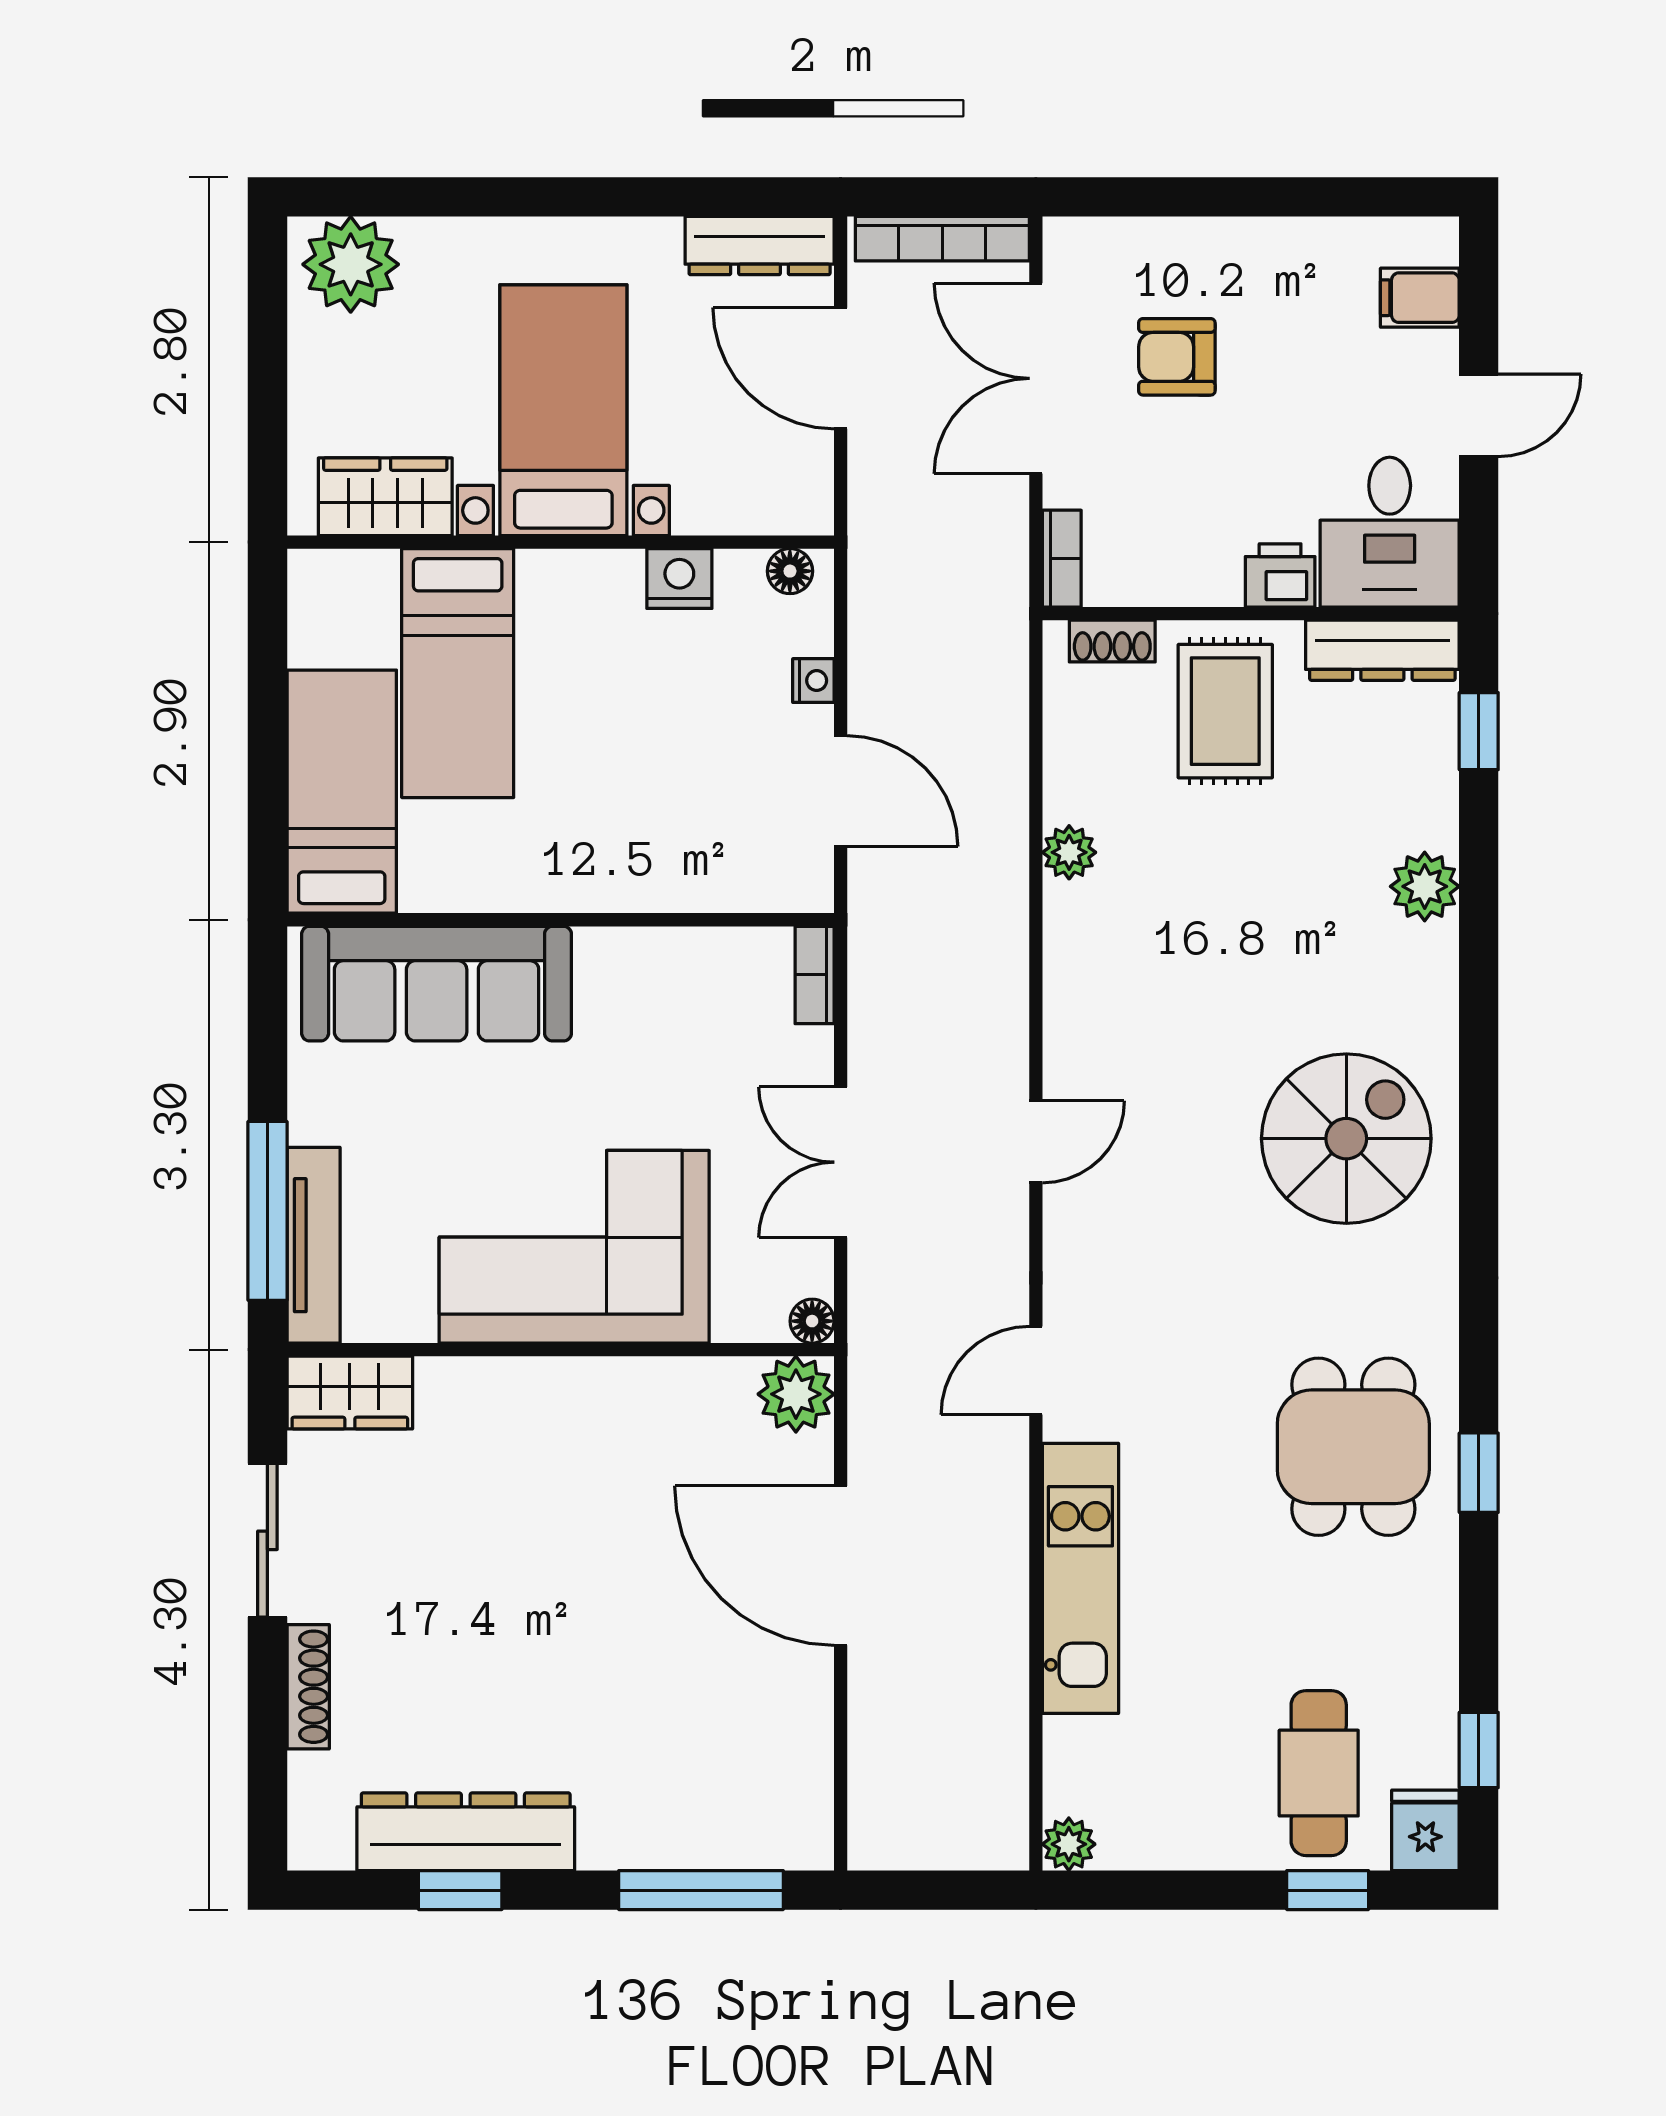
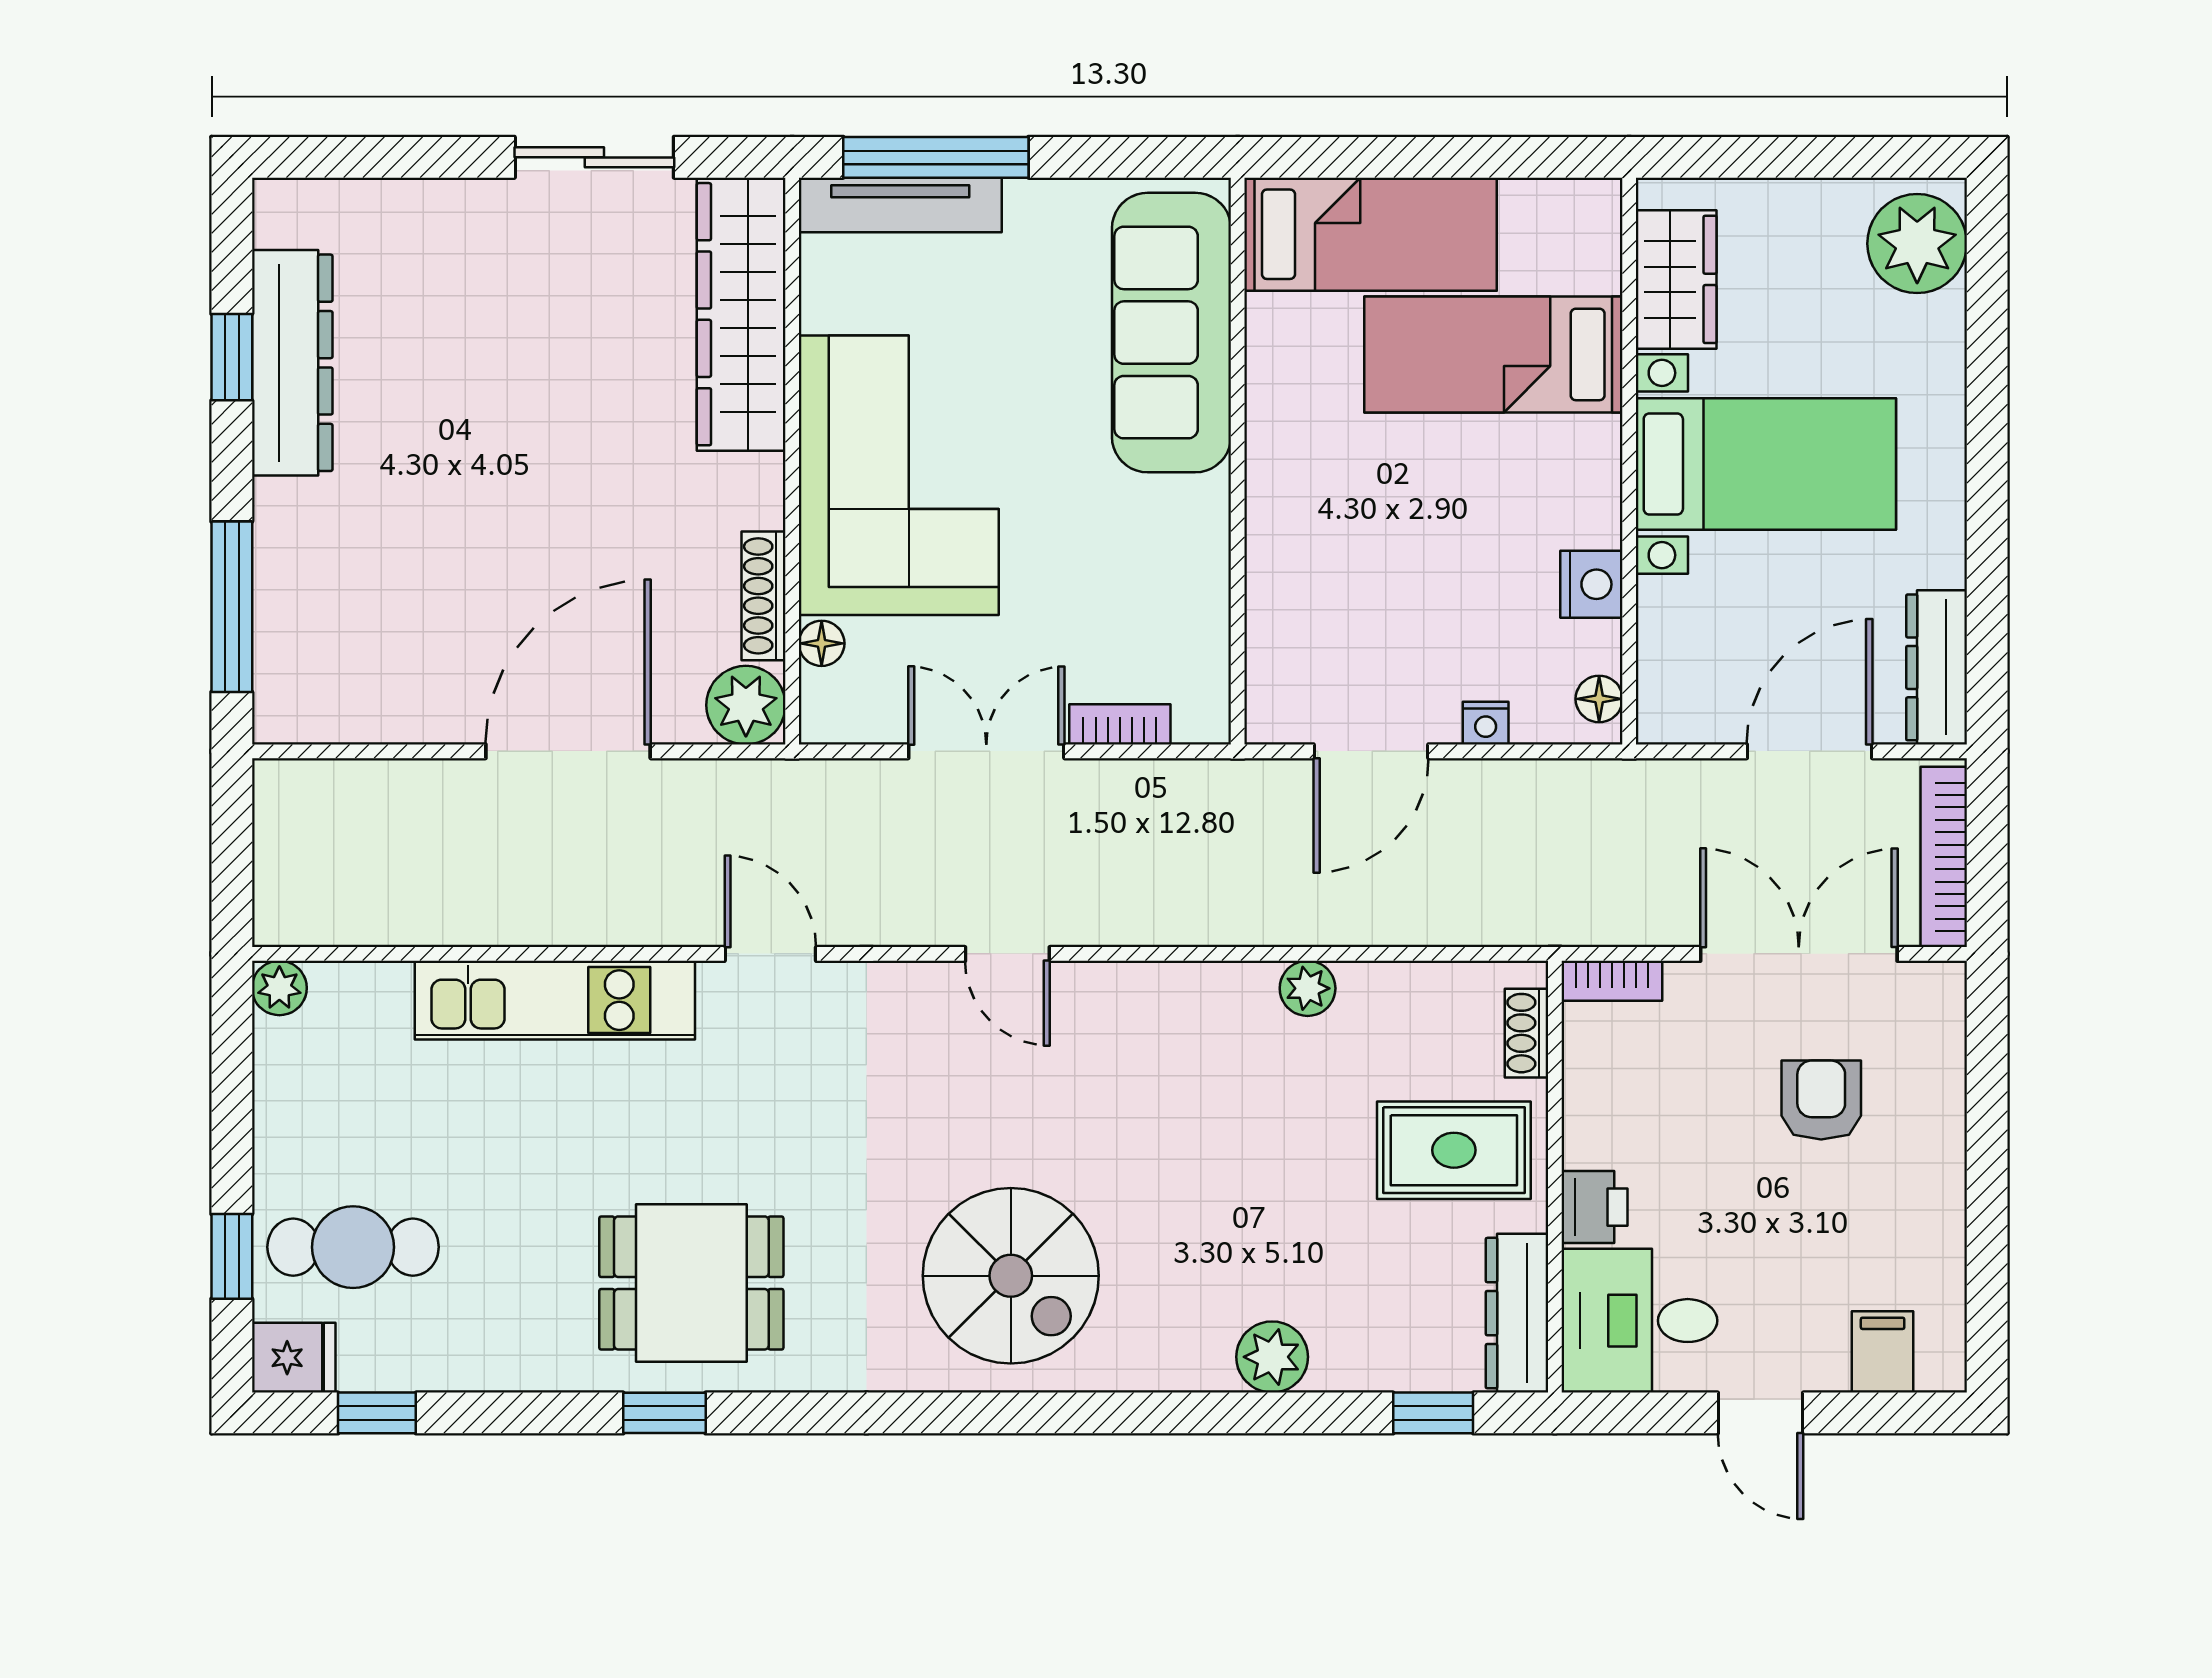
bookcase: (815, 975) -> (1120, 724), moved
floor lamp: (812, 1321) -> (822, 643), moved
wardrobe: (350, 1392) -> (741, 314), width x2.10, depth x1.17
shoe rack: (308, 1687) -> (763, 596), moved, turned 90

